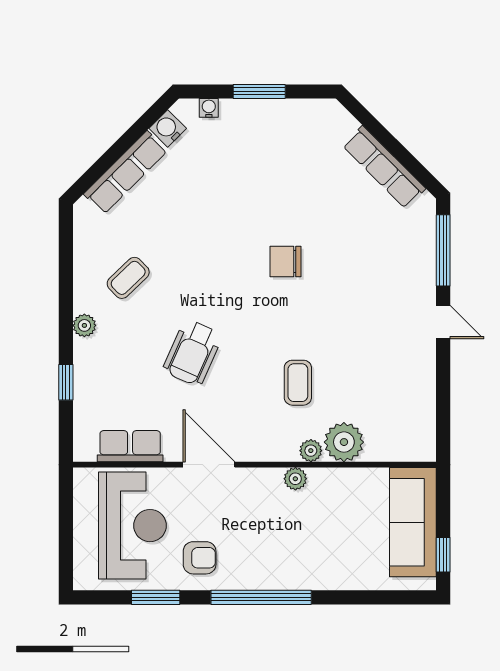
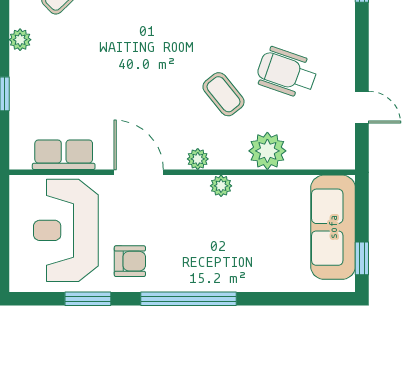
door: (443, 322) -> (362, 107), moved
wheelchair: (192, 353) -> (287, 73), moved, turned 85
coffee table: (298, 383) -> (223, 94), turned -39
plant: (311, 451) -> (198, 159), moved
reception desk: (132, 526) -> (66, 230), turned 180

